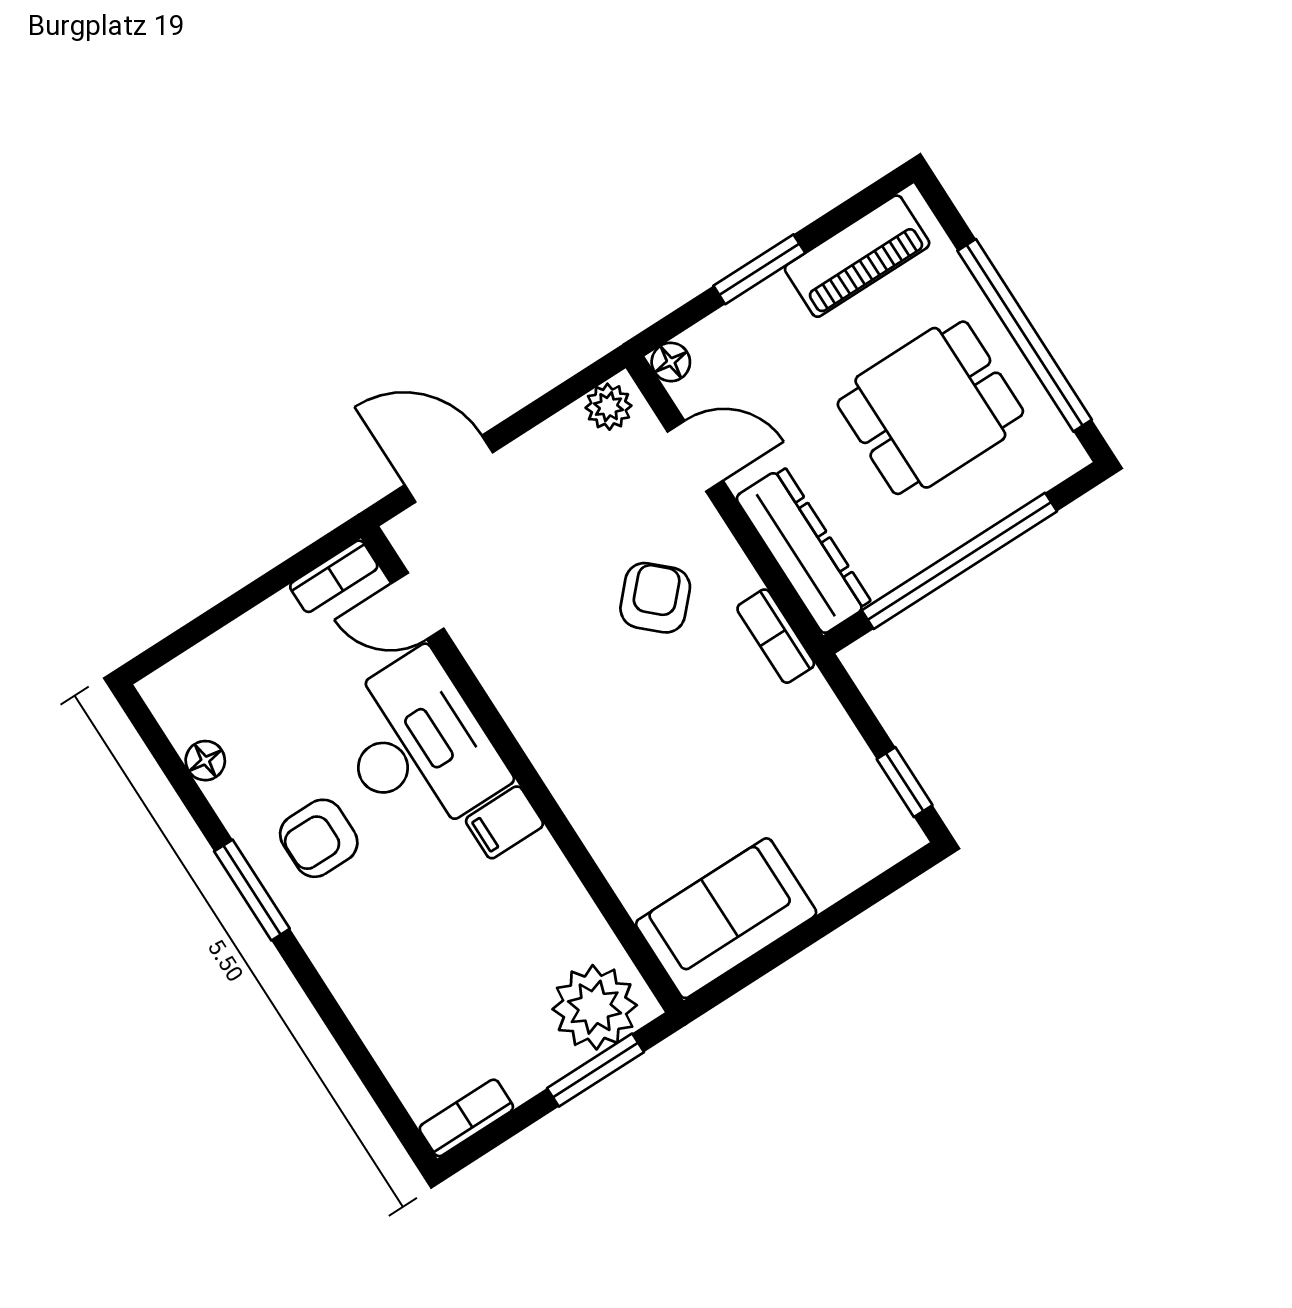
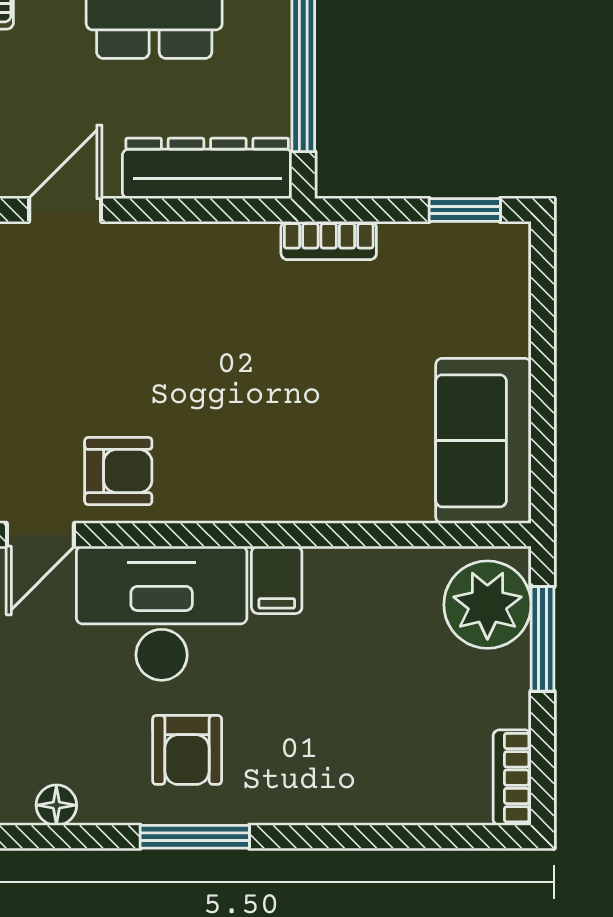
armchair: (655, 598) -> (118, 471), moved, turned 137
bookcase: (776, 636) -> (329, 241), moved

